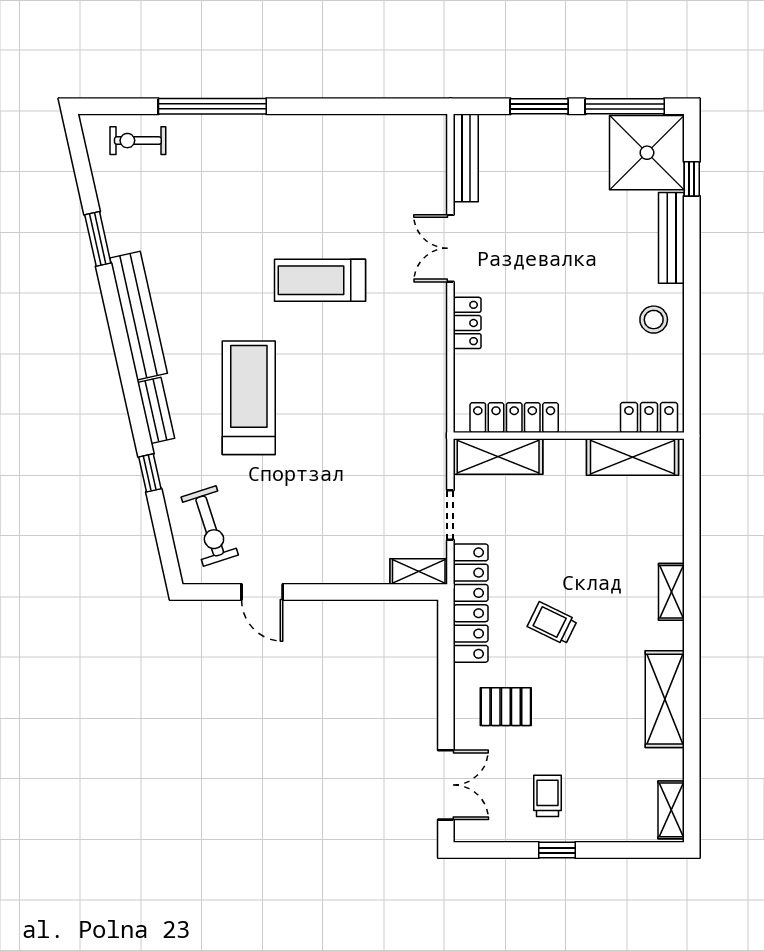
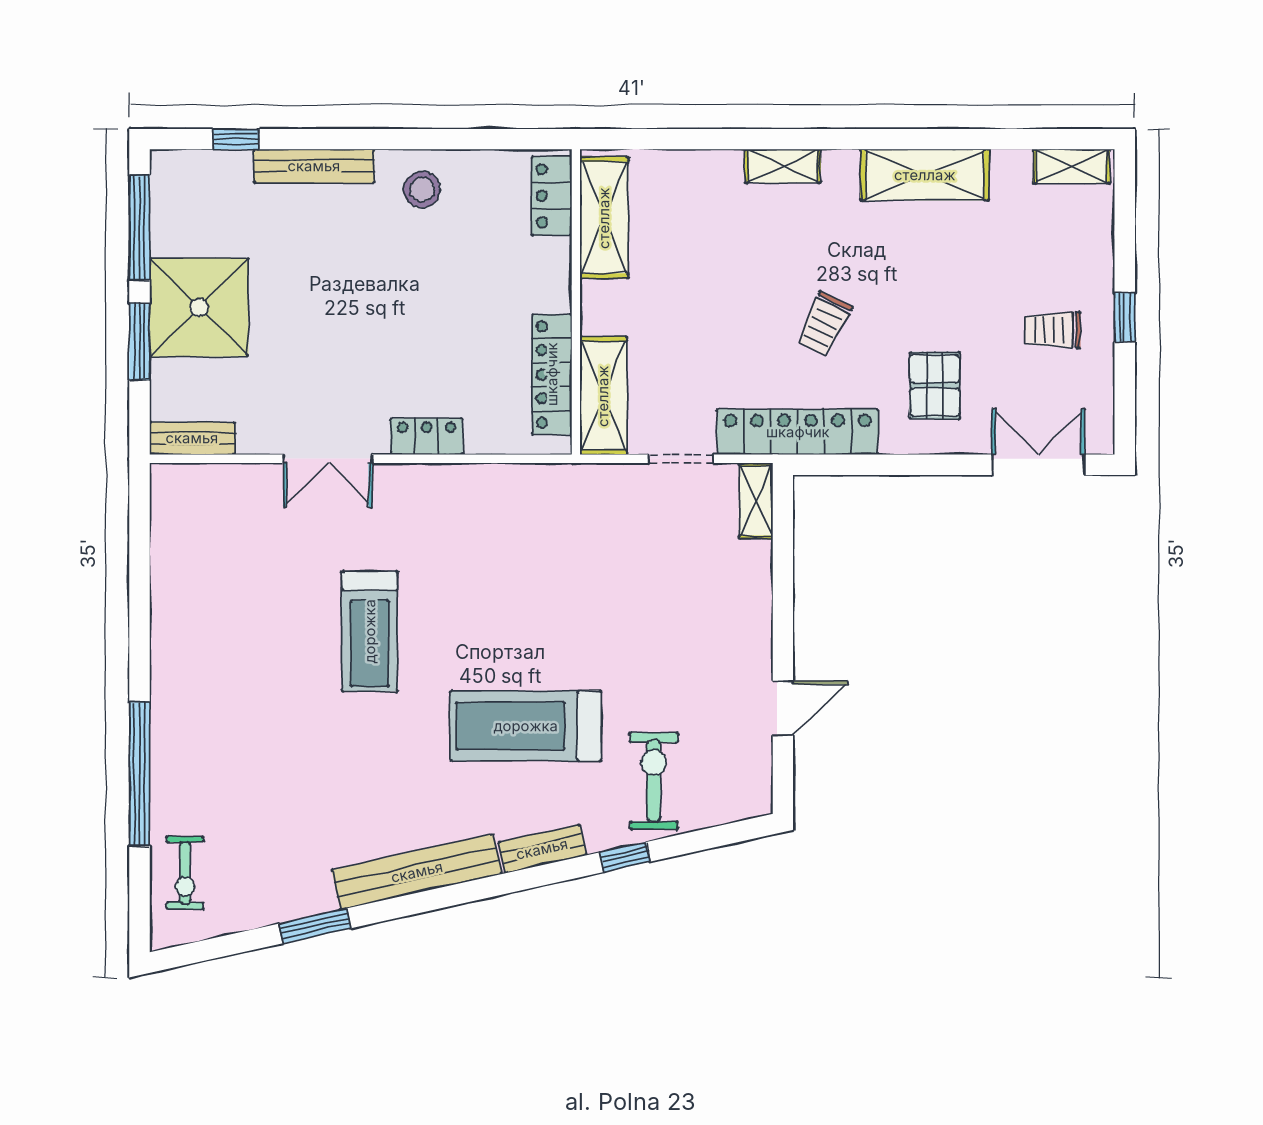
shower: (647, 153) -> (199, 307), moved
bench: (466, 158) -> (192, 438), width x0.73
exercise bike: (210, 526) -> (654, 781), moved, turned -72

